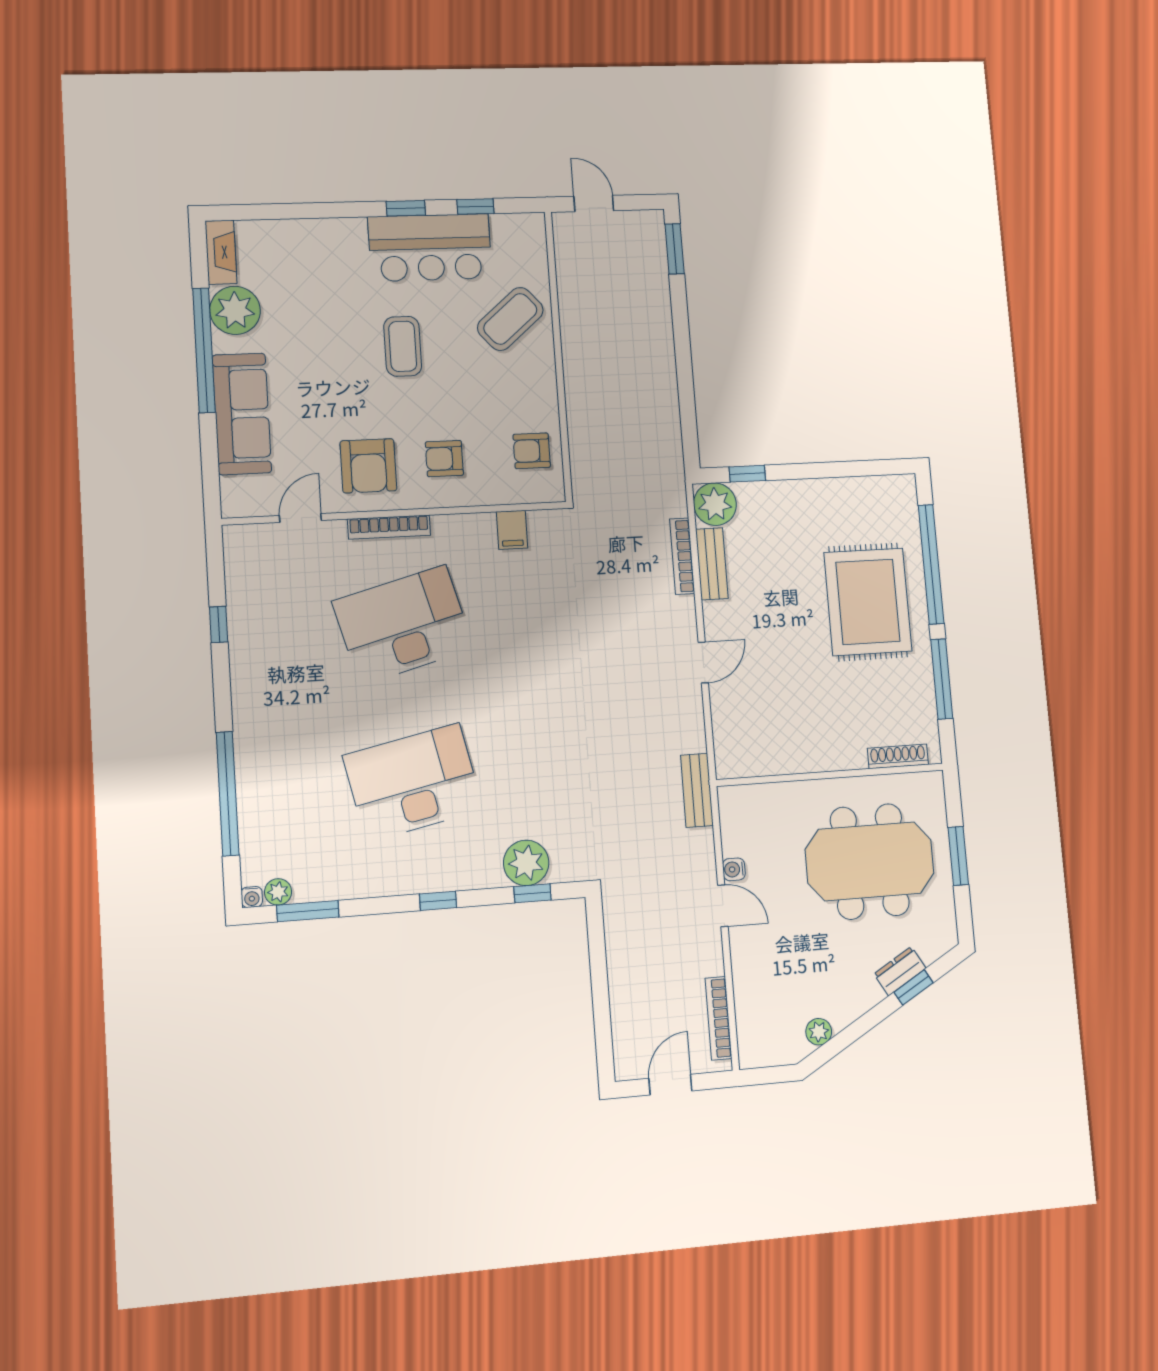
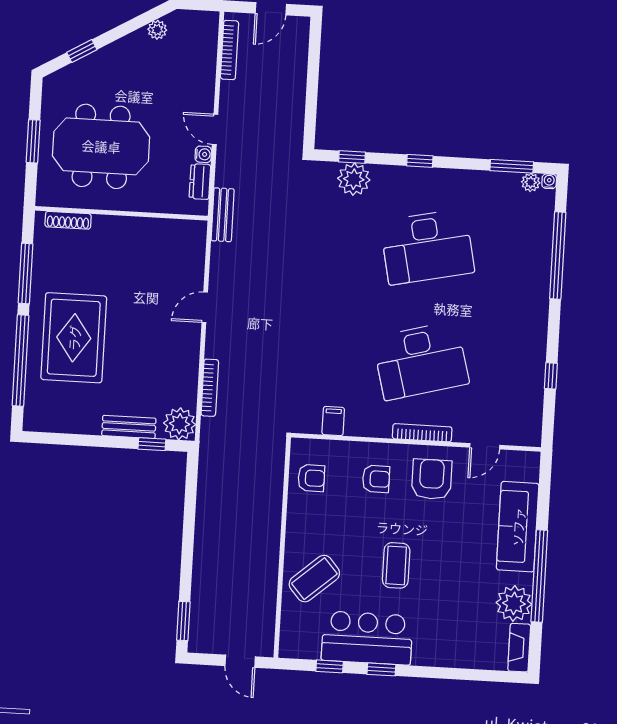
bench: (712, 564) -> (129, 427), moved, turned 90
dresser: (900, 971) -> (200, 182), moved, turned 120

